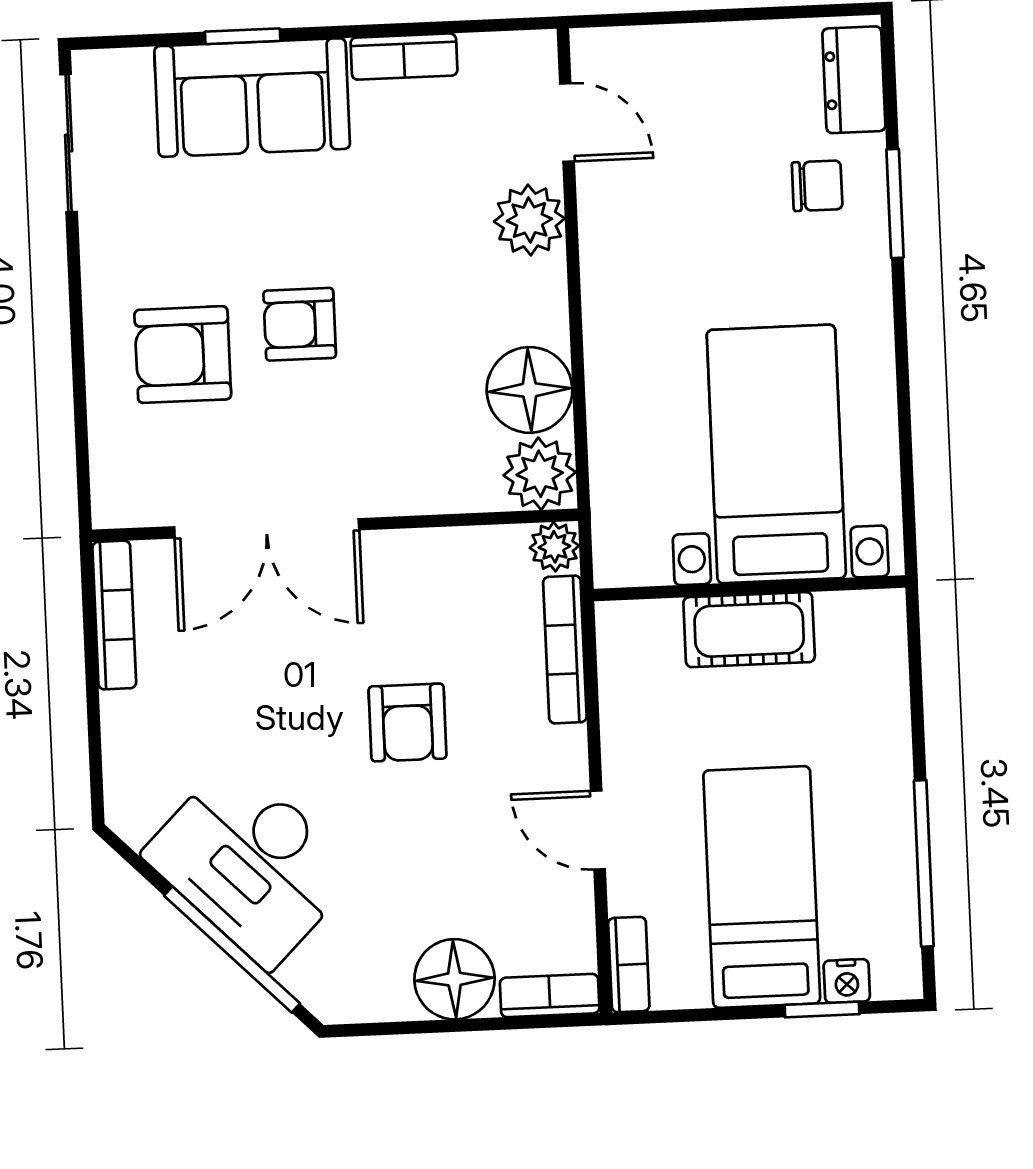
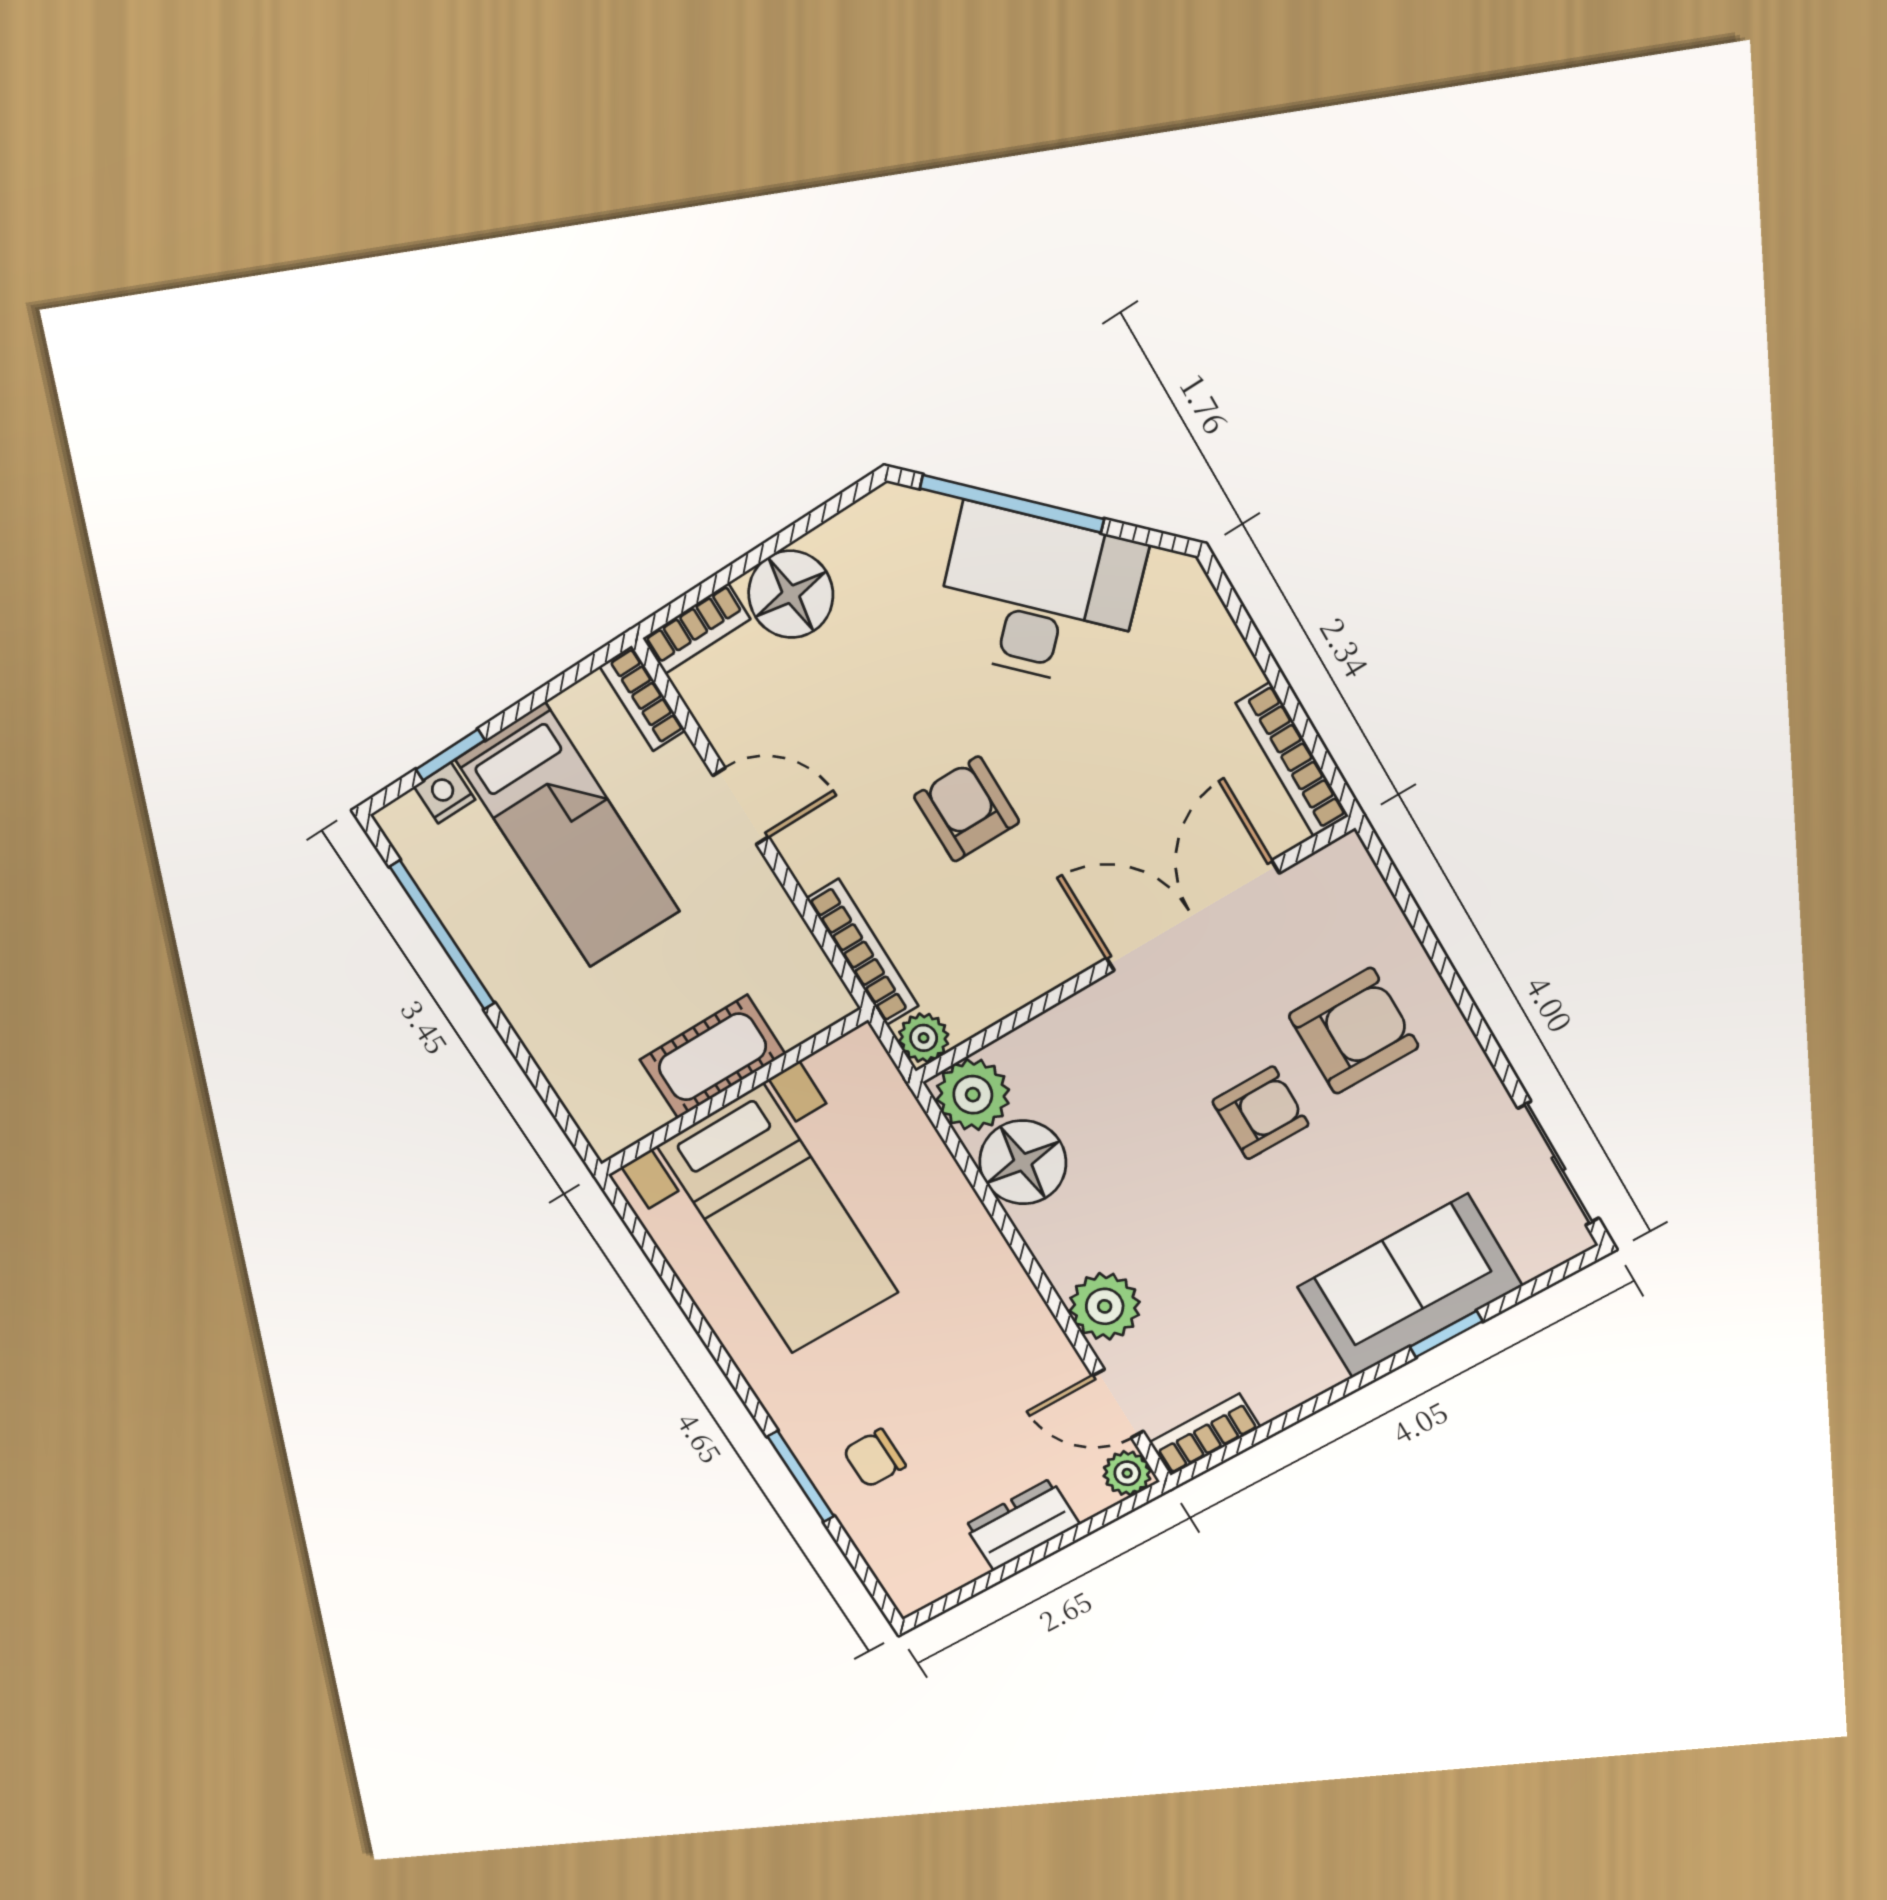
plant: (595, 52) -> (1127, 1473), added
bookcase: (404, 57) -> (1205, 1435), moved
dresser: (854, 80) -> (1022, 1525), moved, turned -90

